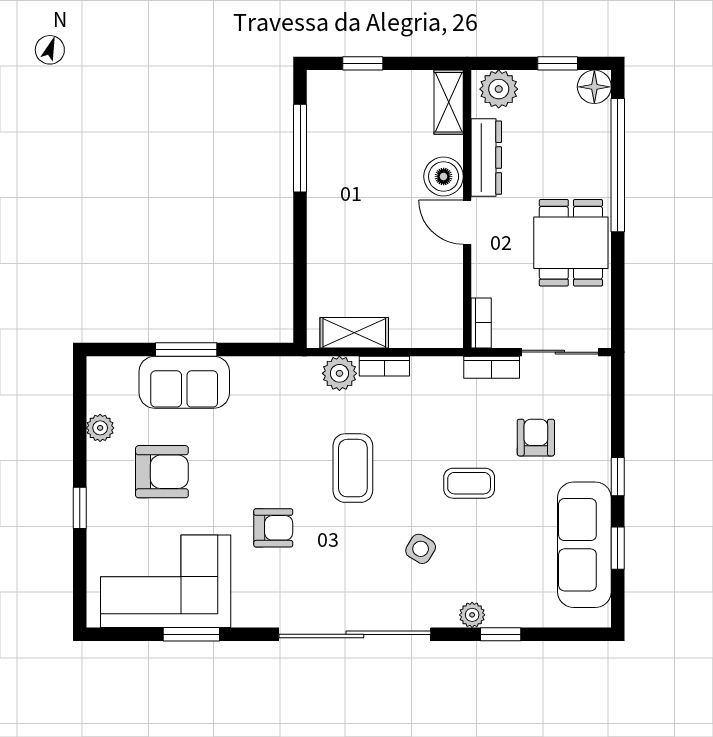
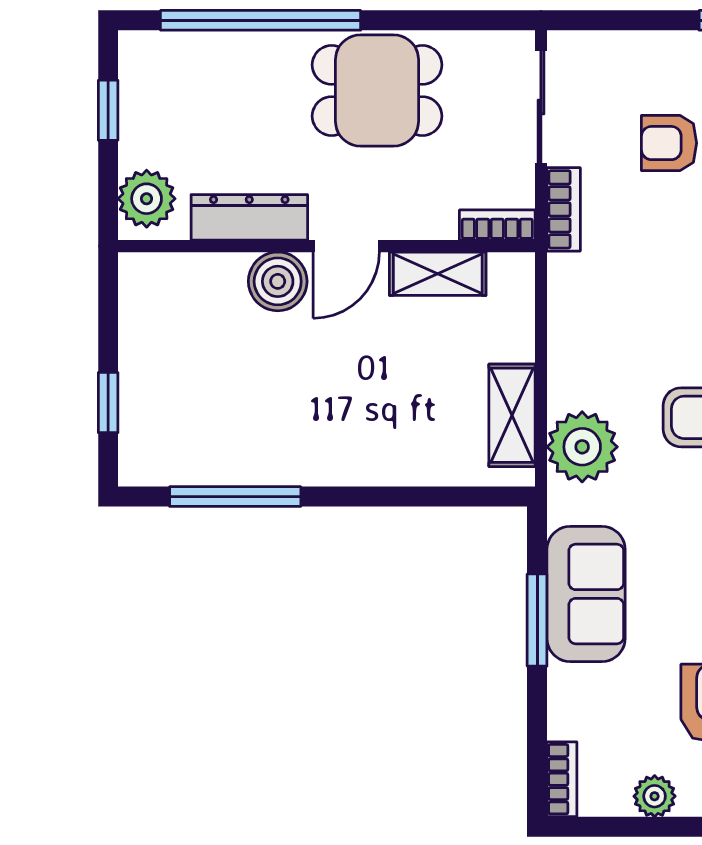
floor lamp: (594, 87) -> (143, 55), removed
shelving: (449, 102) -> (438, 274), moved
window: (186, 350) -> (537, 620), moved
bookcase: (384, 366) -> (562, 779), moved
plant: (339, 373) -> (582, 447), width x1.36, depth x1.36
sofa: (184, 382) -> (586, 594), moved

